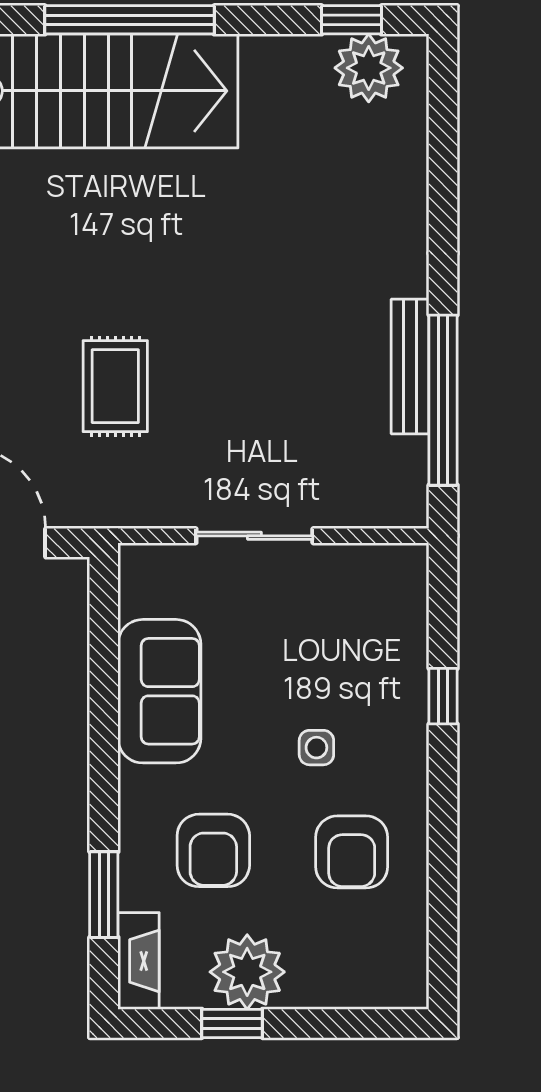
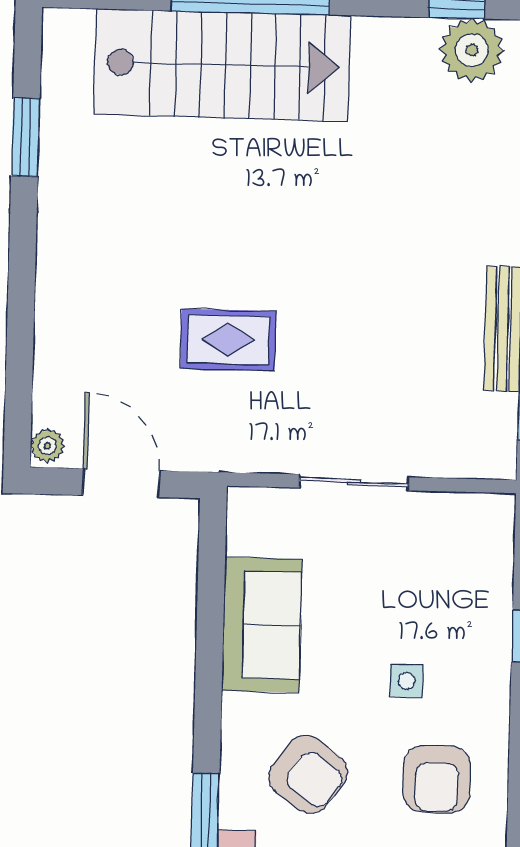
rug: (115, 386) -> (228, 340), turned 90
armchair: (213, 850) -> (308, 774), turned -53

